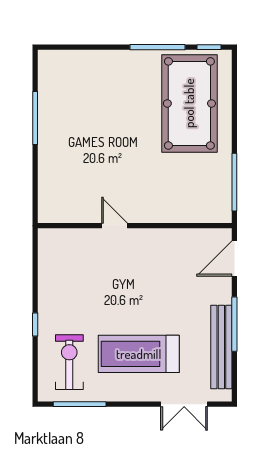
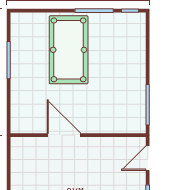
pool table: (189, 103) -> (69, 50), moved
door: (114, 226) -> (64, 135), width x1.88

